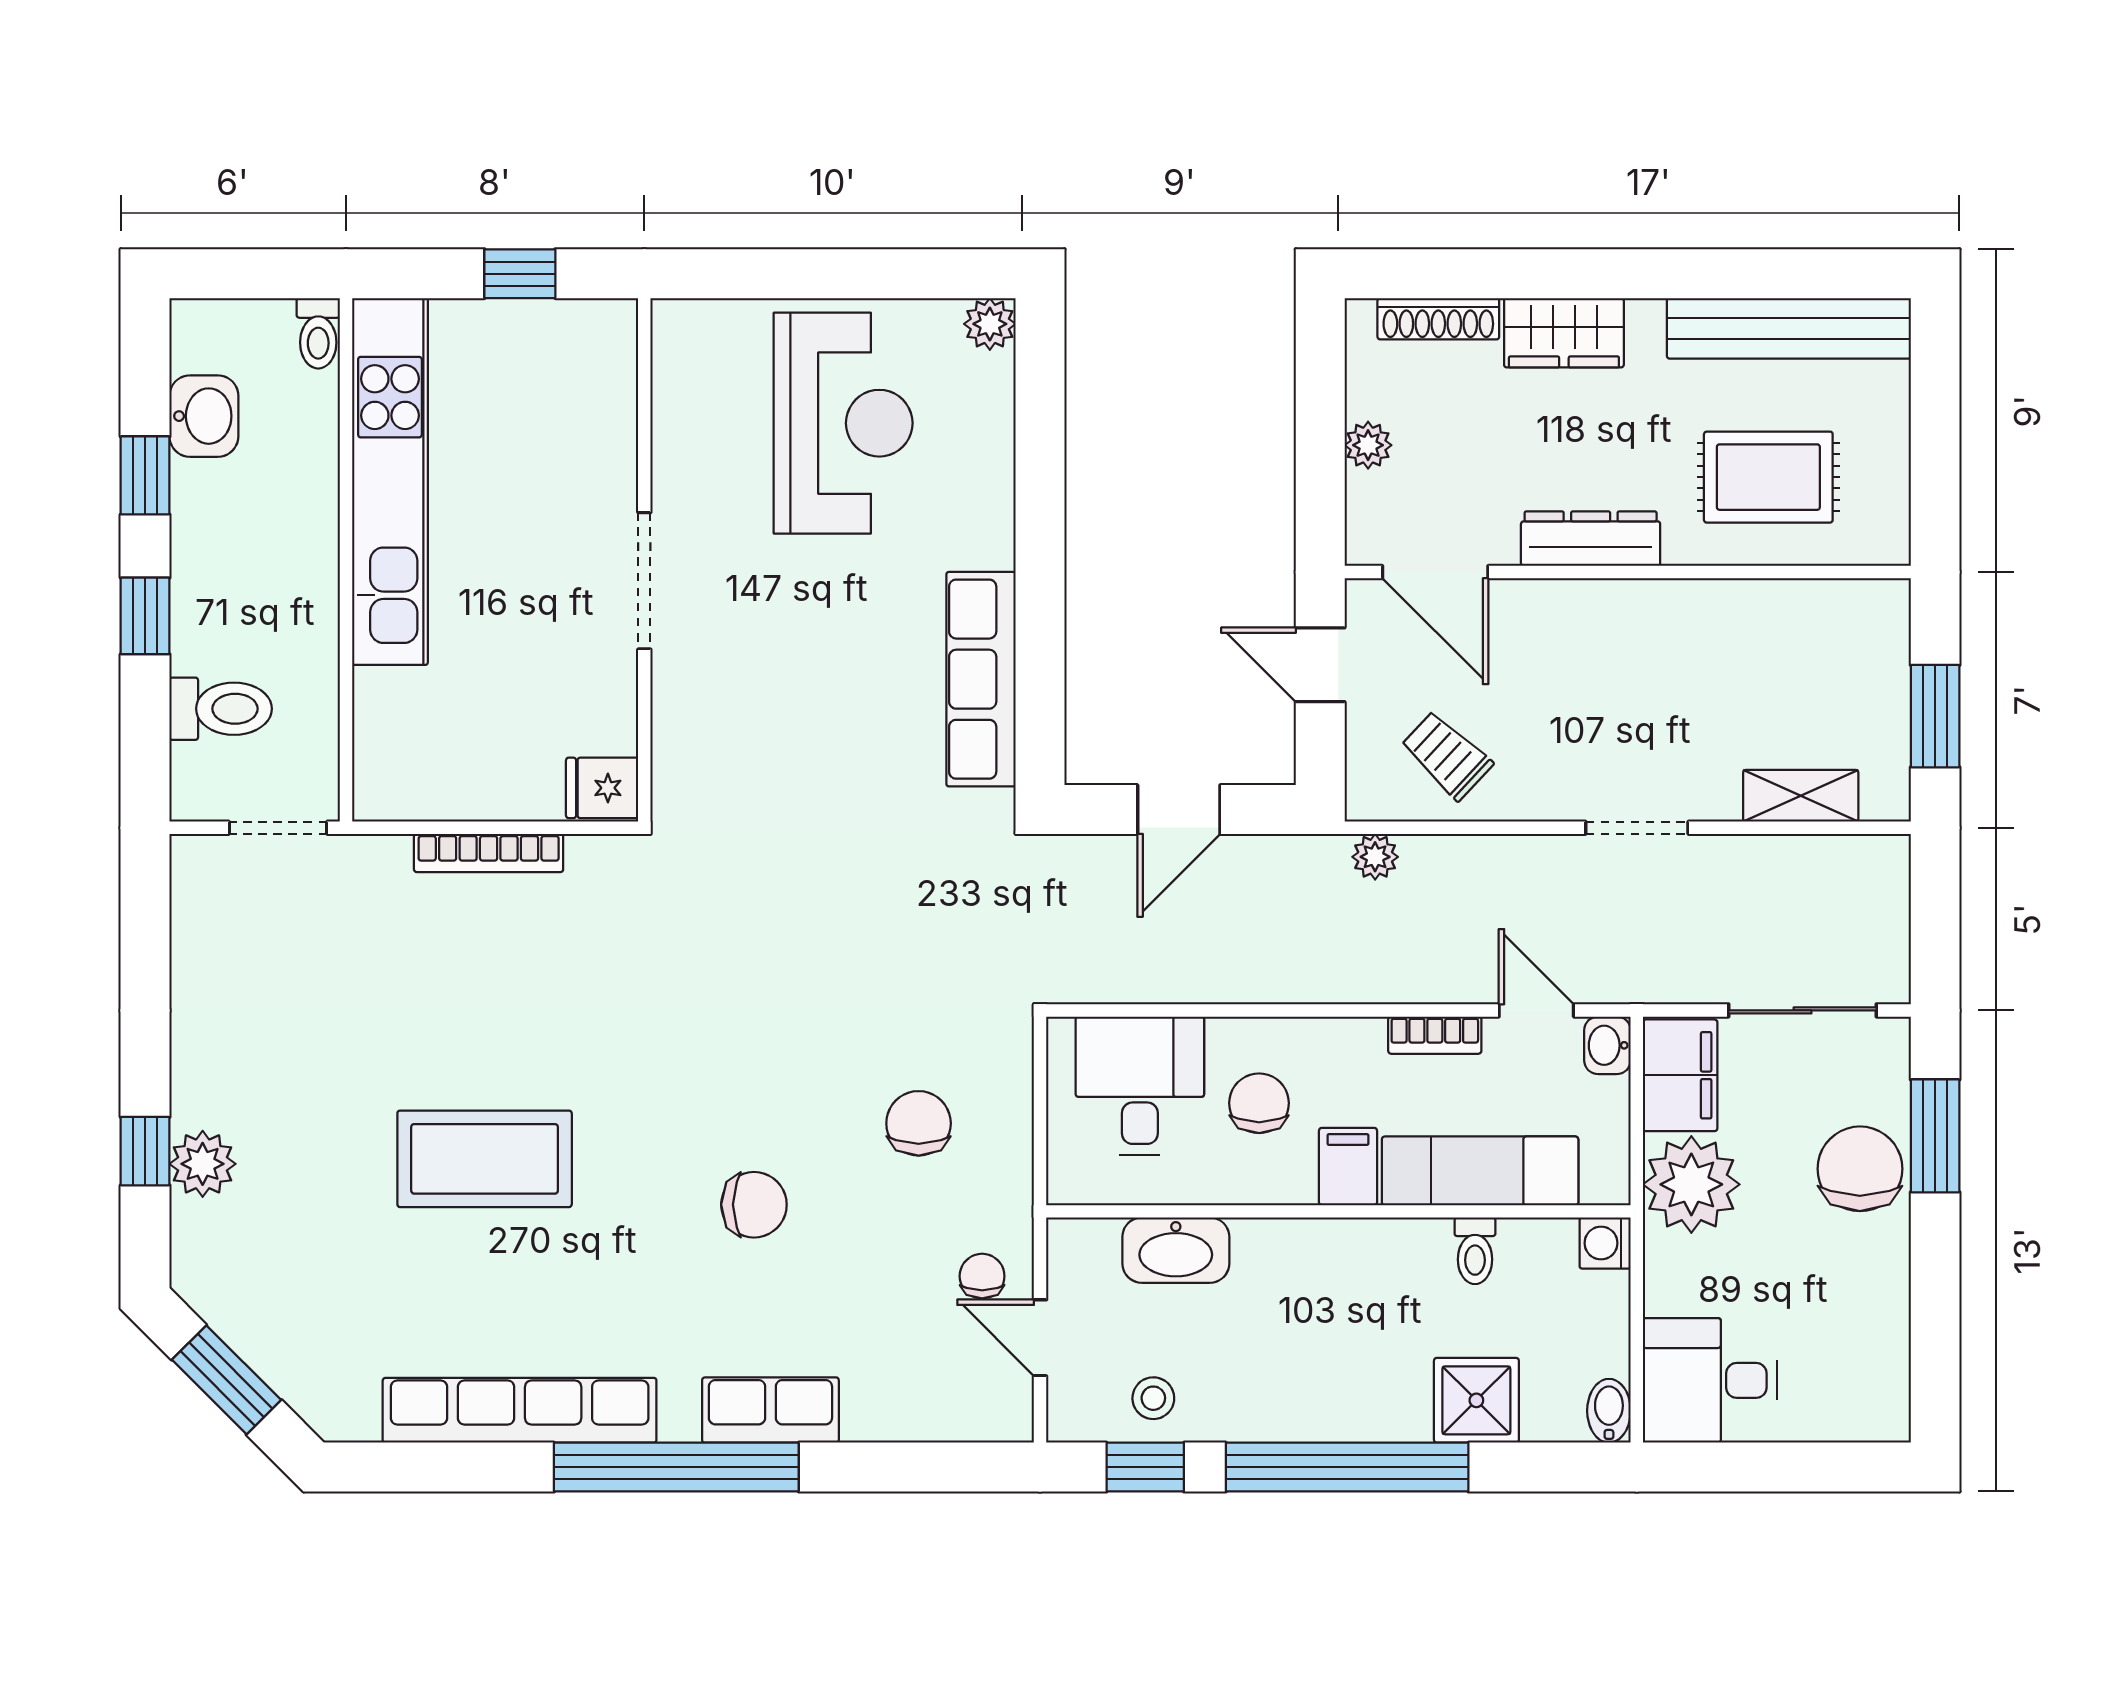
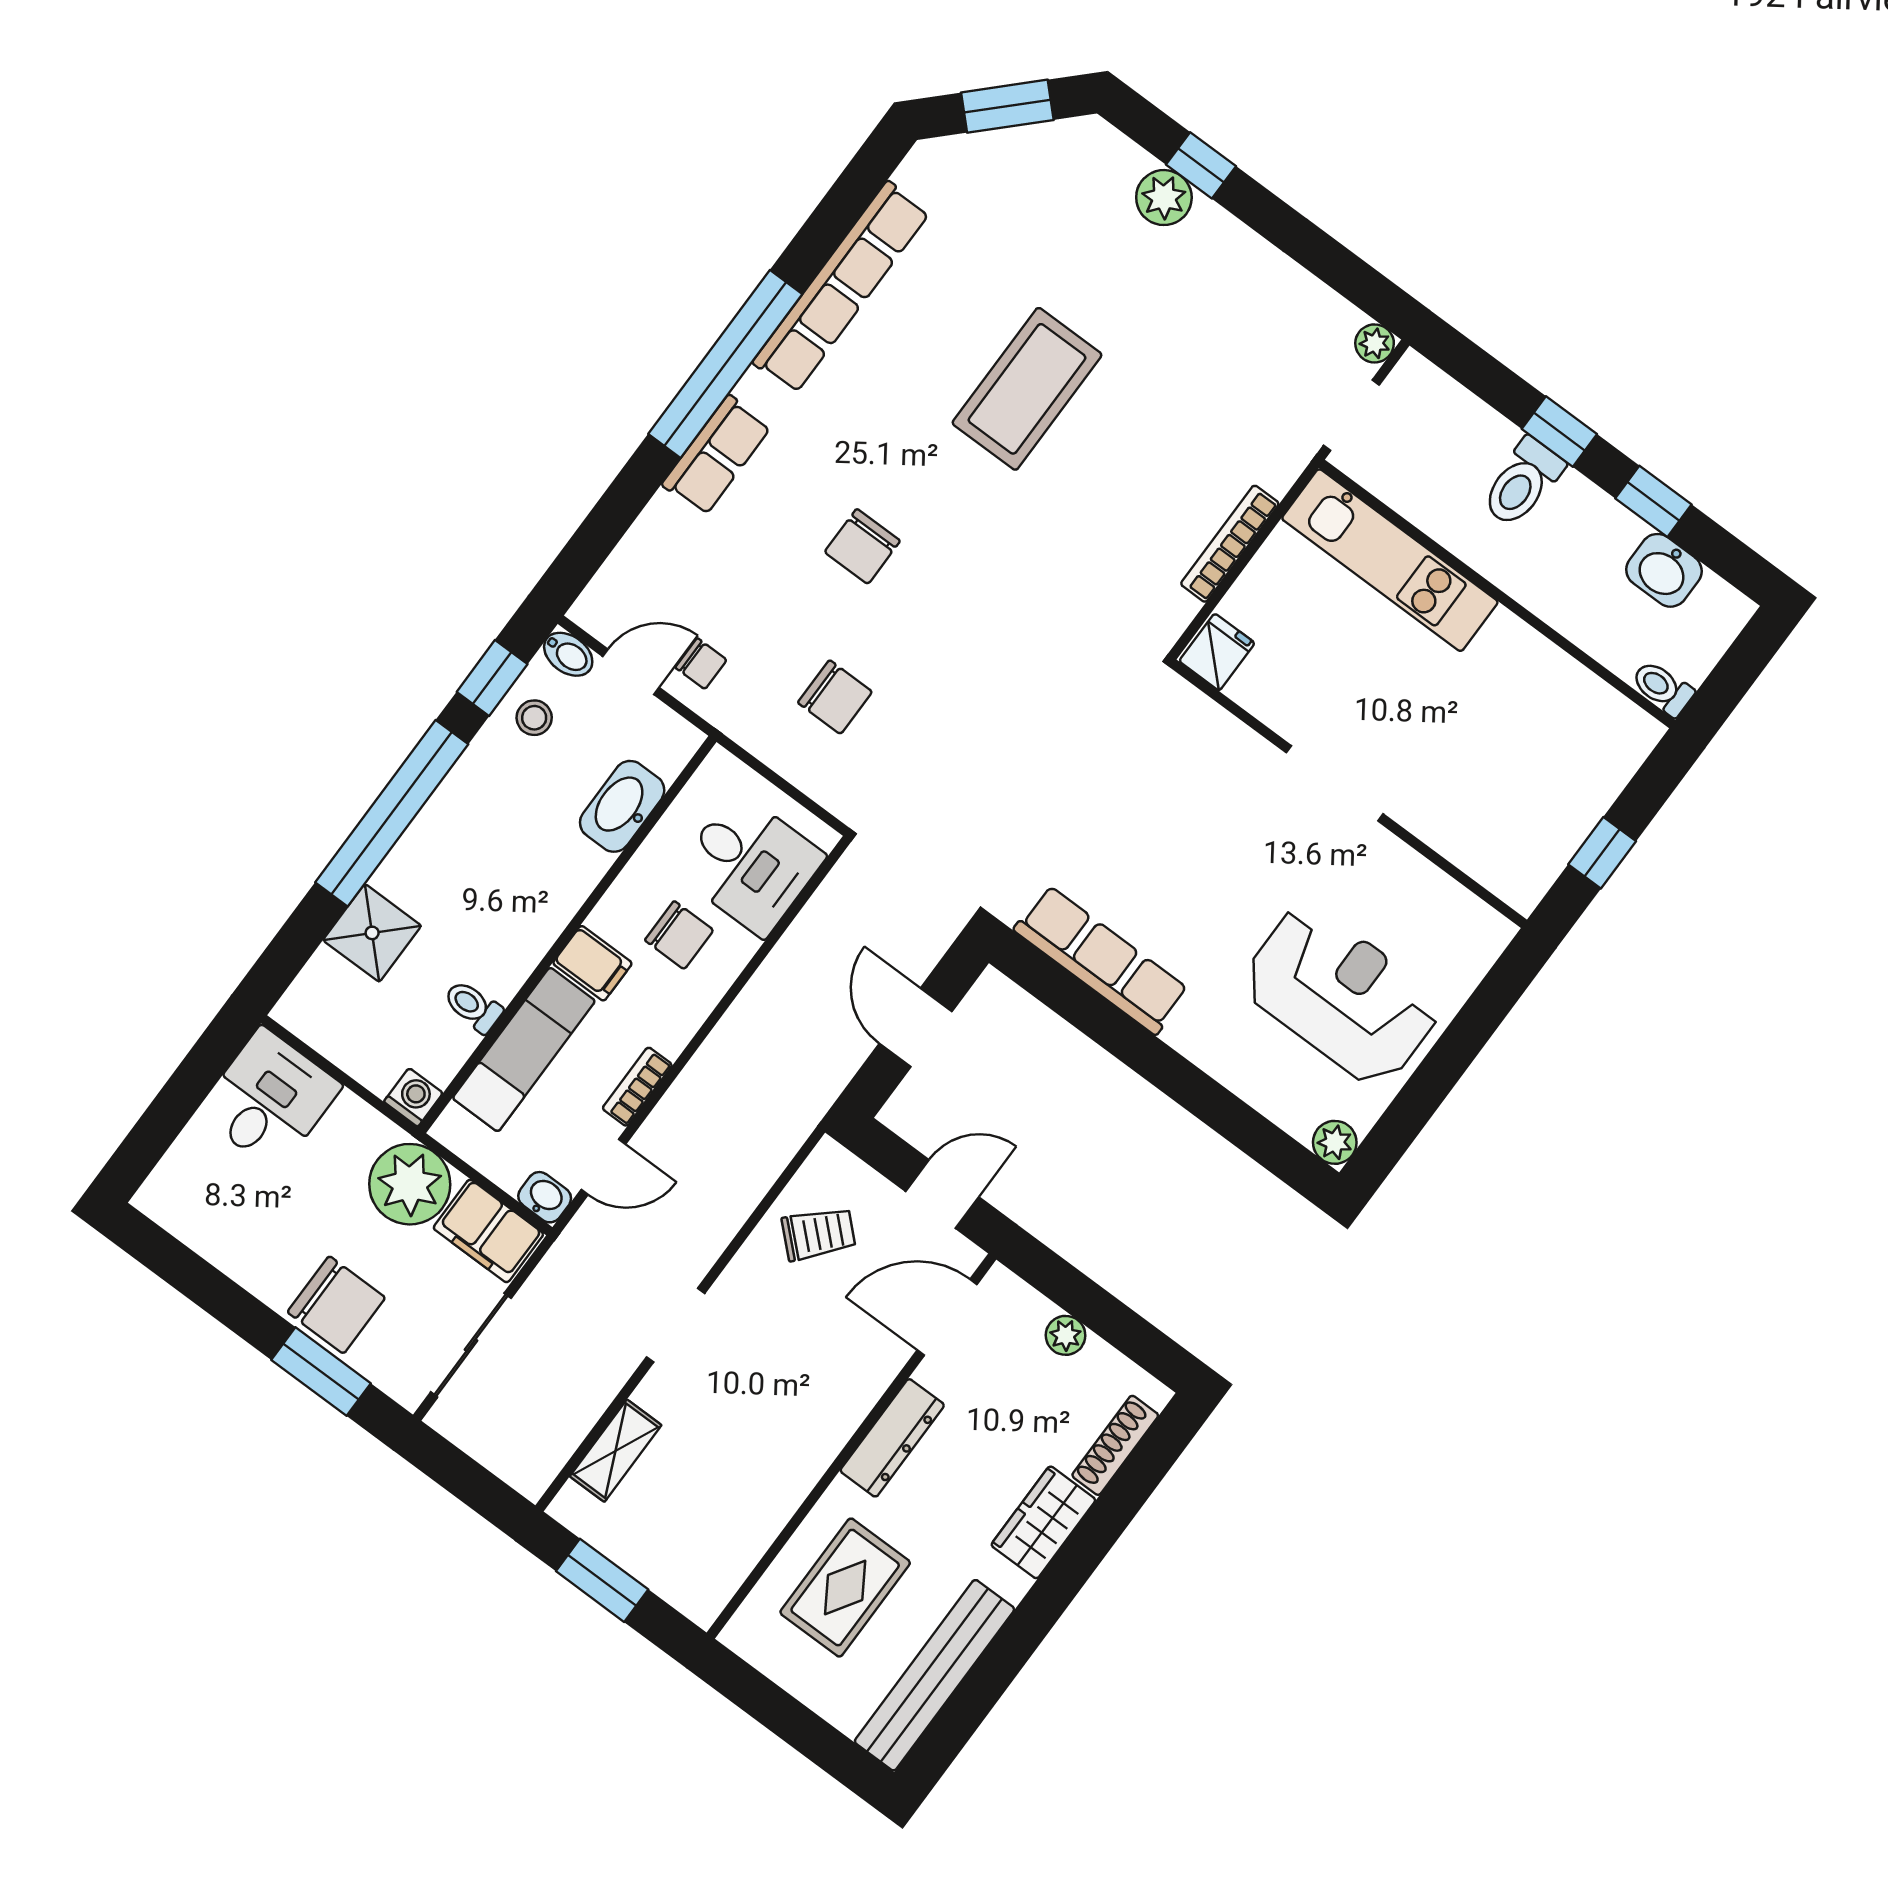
reception desk: (843, 423) -> (1341, 995), turned 180
kitchen unit: (390, 481) -> (1390, 560), moved, width x0.73
toilet: (221, 709) -> (1522, 483), moved
plant: (1375, 857) -> (1375, 343), moved
bidet: (1609, 1411) -> (568, 654), moved

